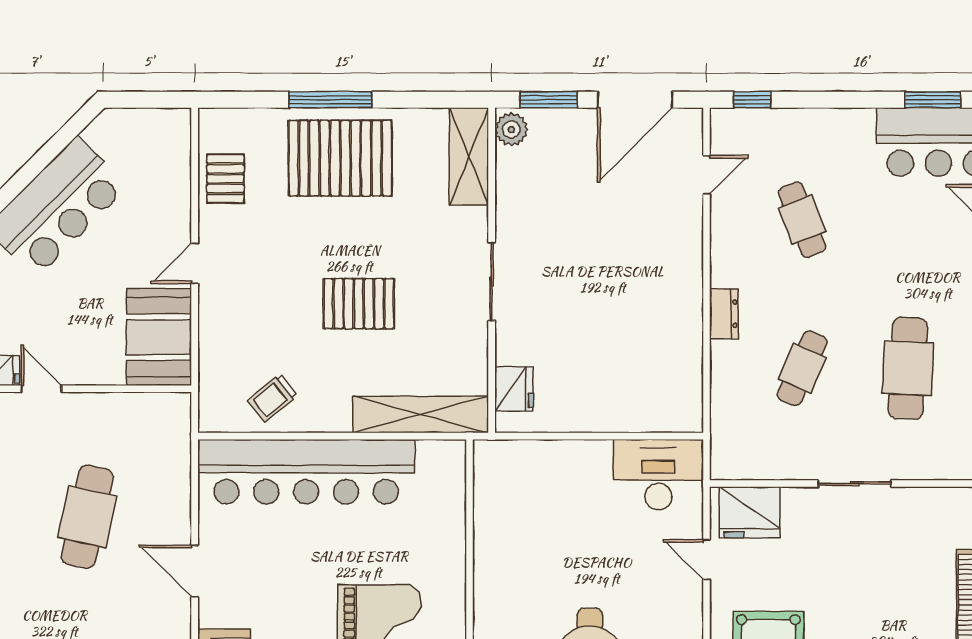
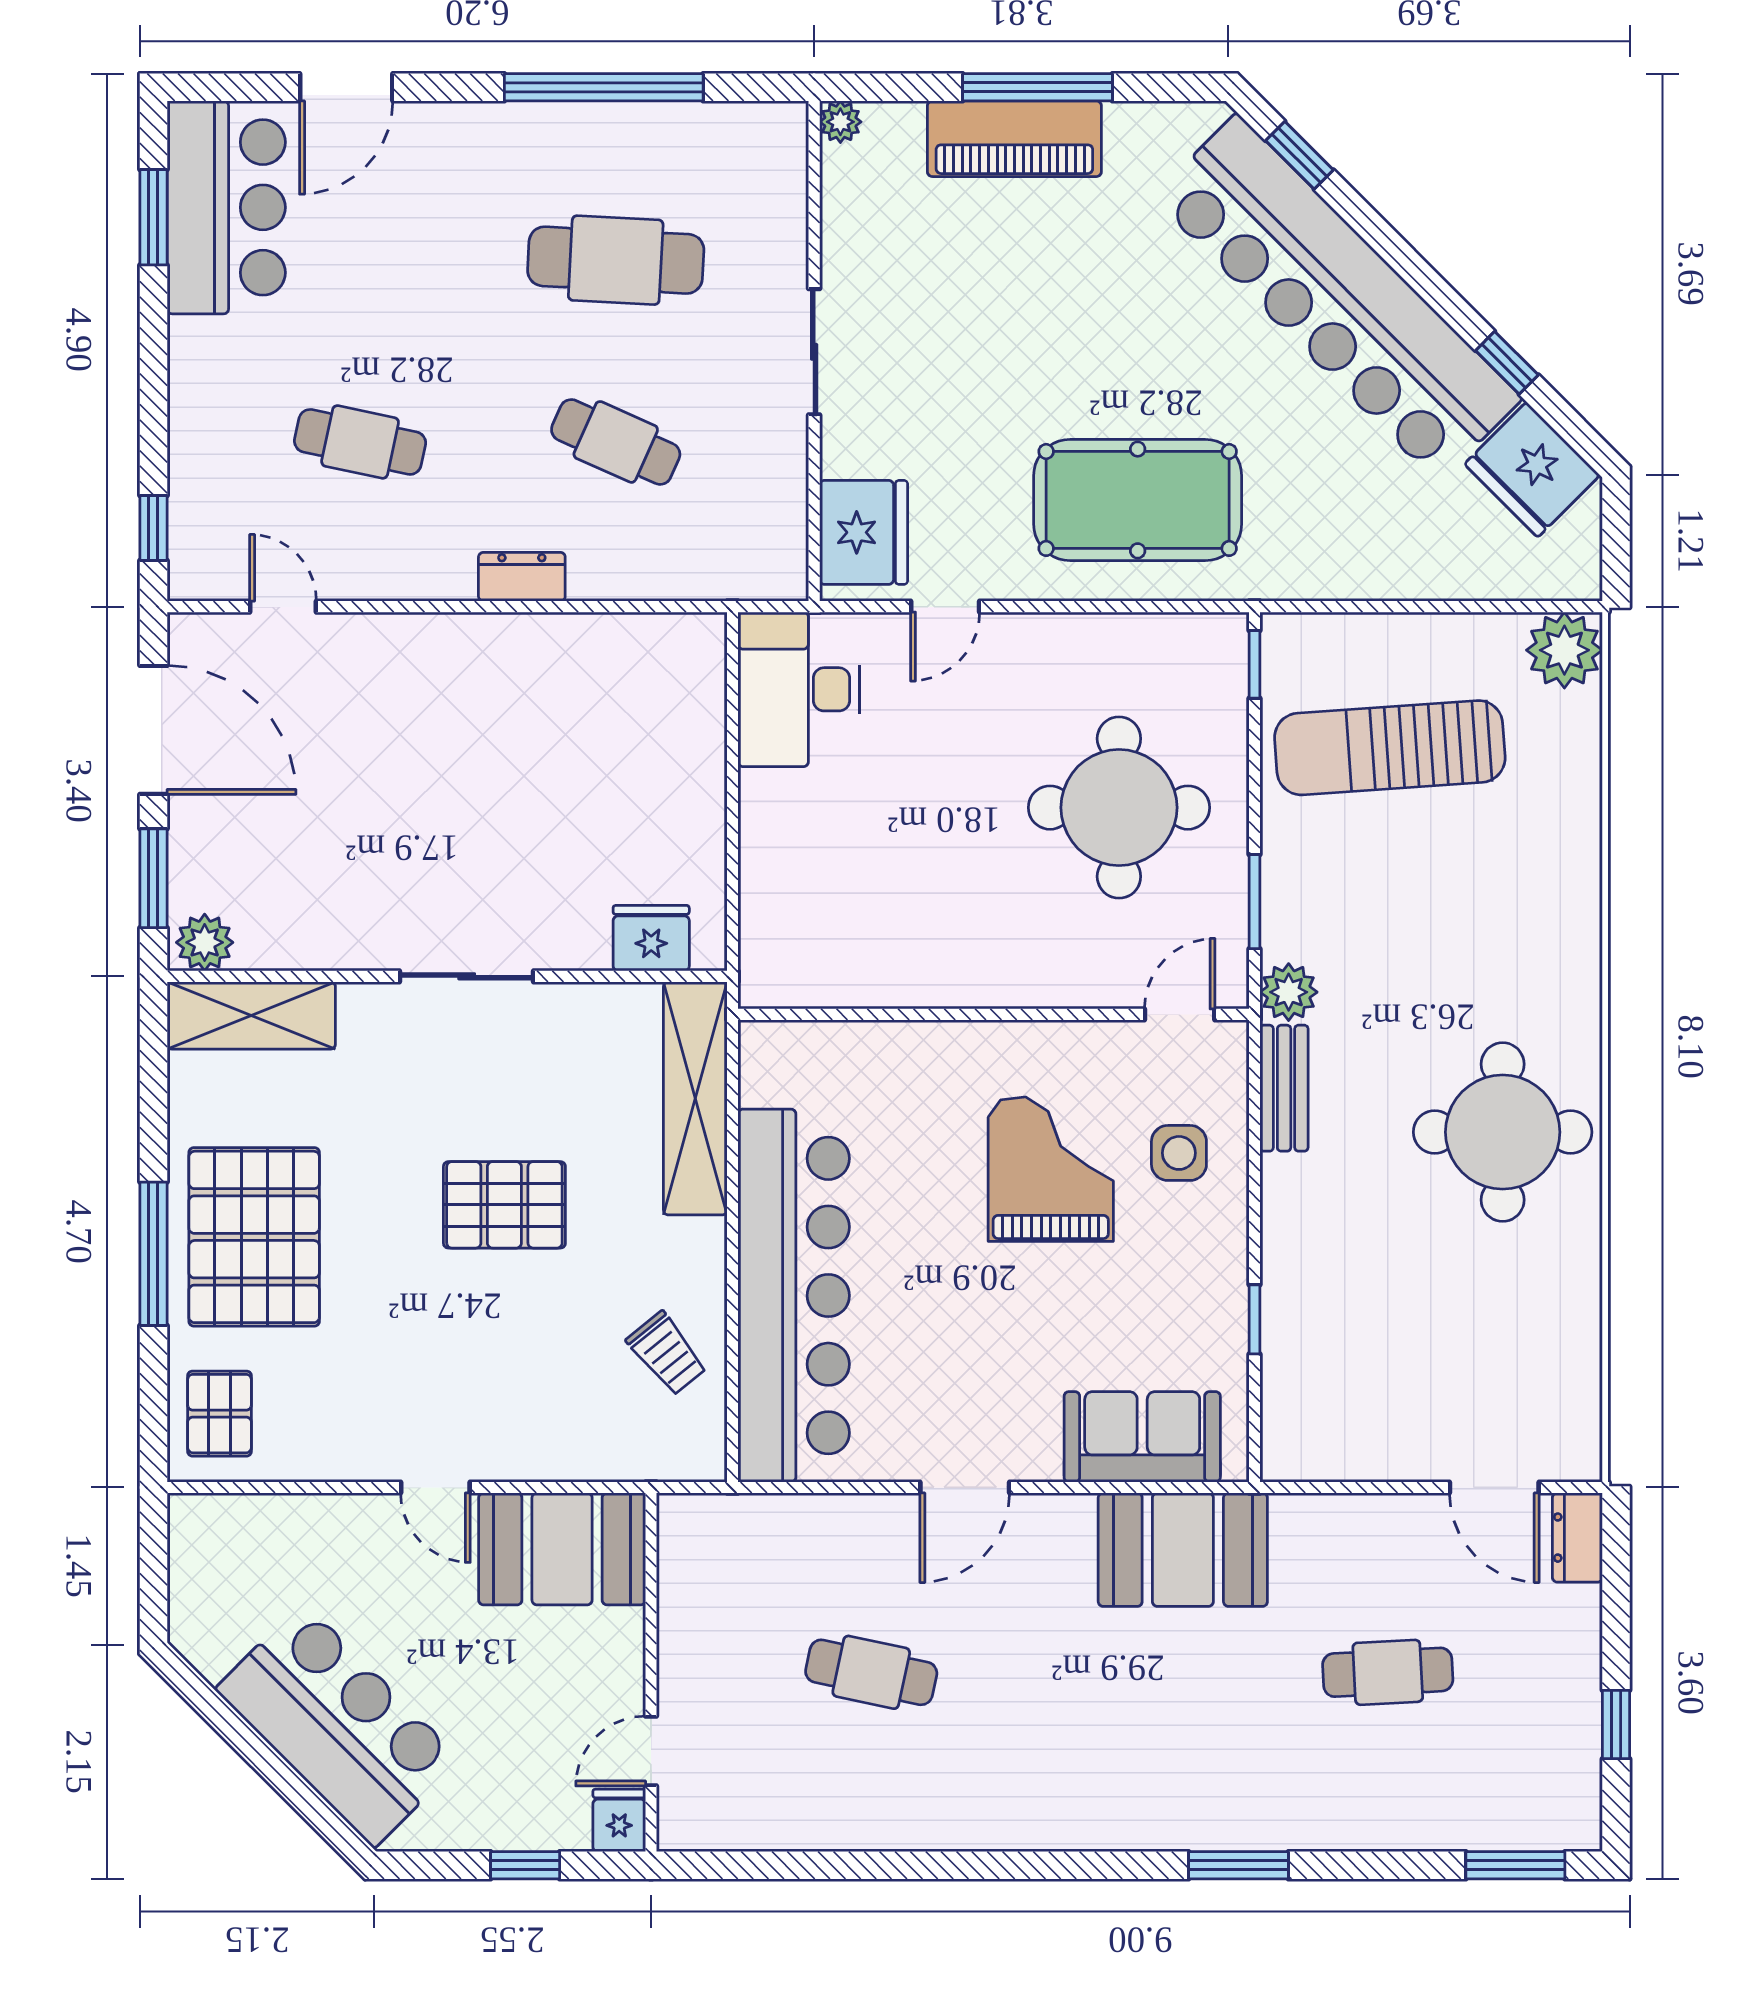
pallet: (225, 179) -> (219, 1414), moved, turned 90
cafe table: (802, 220) -> (360, 442), turned 33
pallet: (359, 304) -> (504, 1205), turned 90
cafe table: (87, 517) -> (871, 1672), width x0.73, depth x0.74

